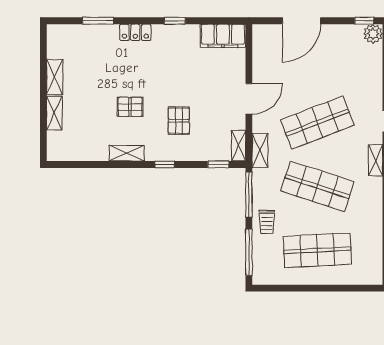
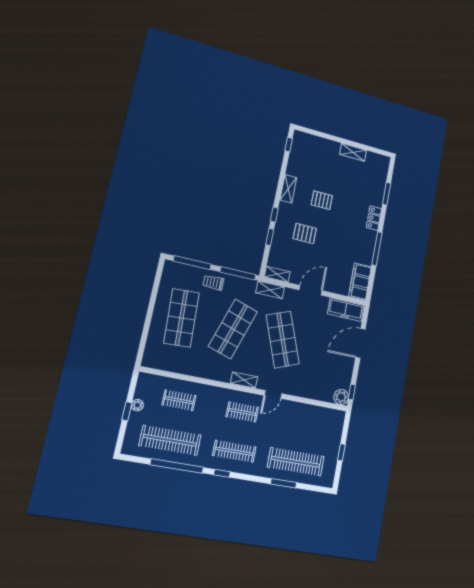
window: (175, 21) -> (377, 249), width x2.17
door: (301, 21) -> (360, 343), hinge flipped
freezer: (263, 48) -> (346, 310), added
door: (249, 99) -> (311, 290), swing flipped
pallet: (130, 107) -> (322, 200), turned 90
shelving: (54, 113) -> (328, 145), removed
window: (69, 164) -> (289, 145), added
window: (218, 164) -> (270, 237), moved

